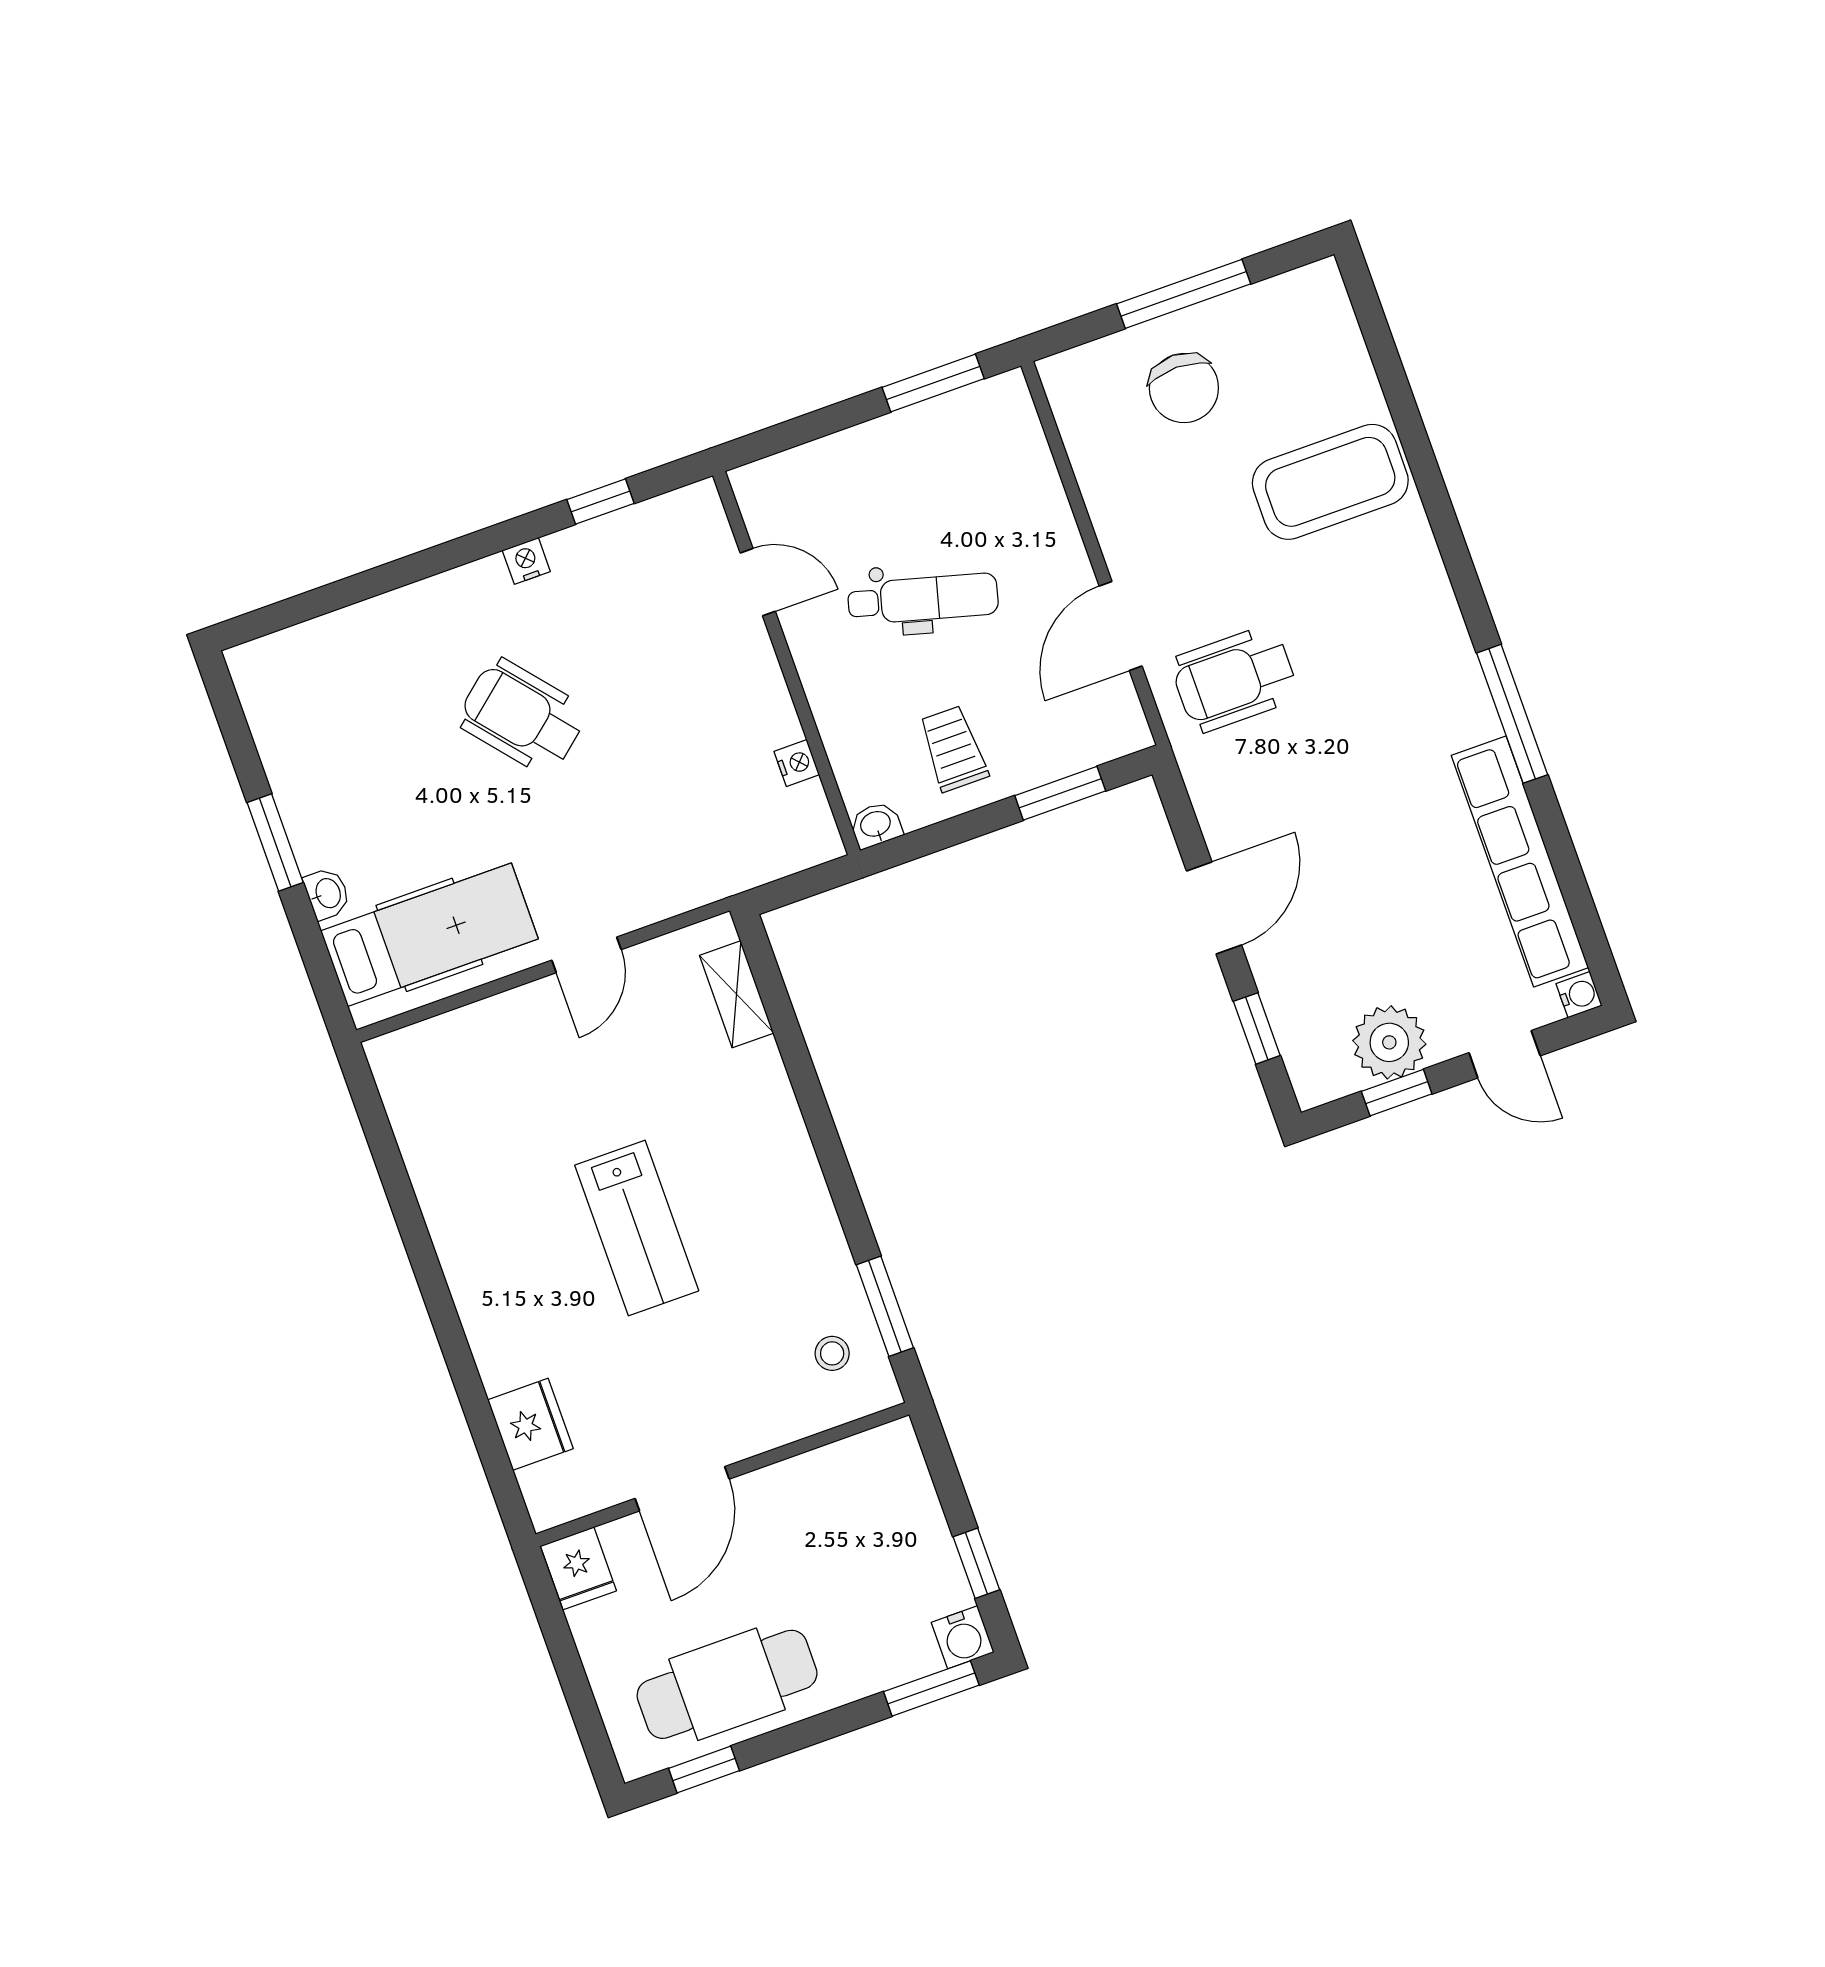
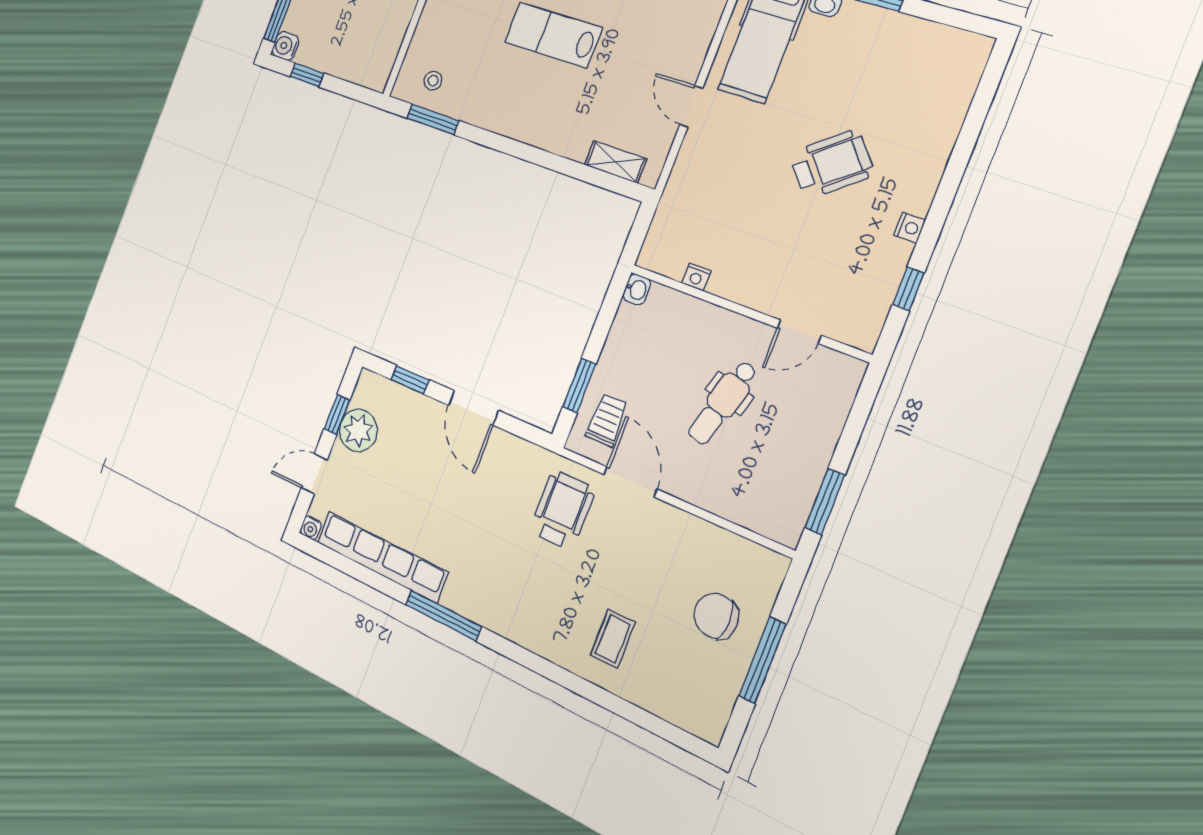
coffee table: (1330, 482) -> (613, 639), width x0.54, depth x0.58
trolley: (953, 749) -> (607, 420), moved, turned -90

